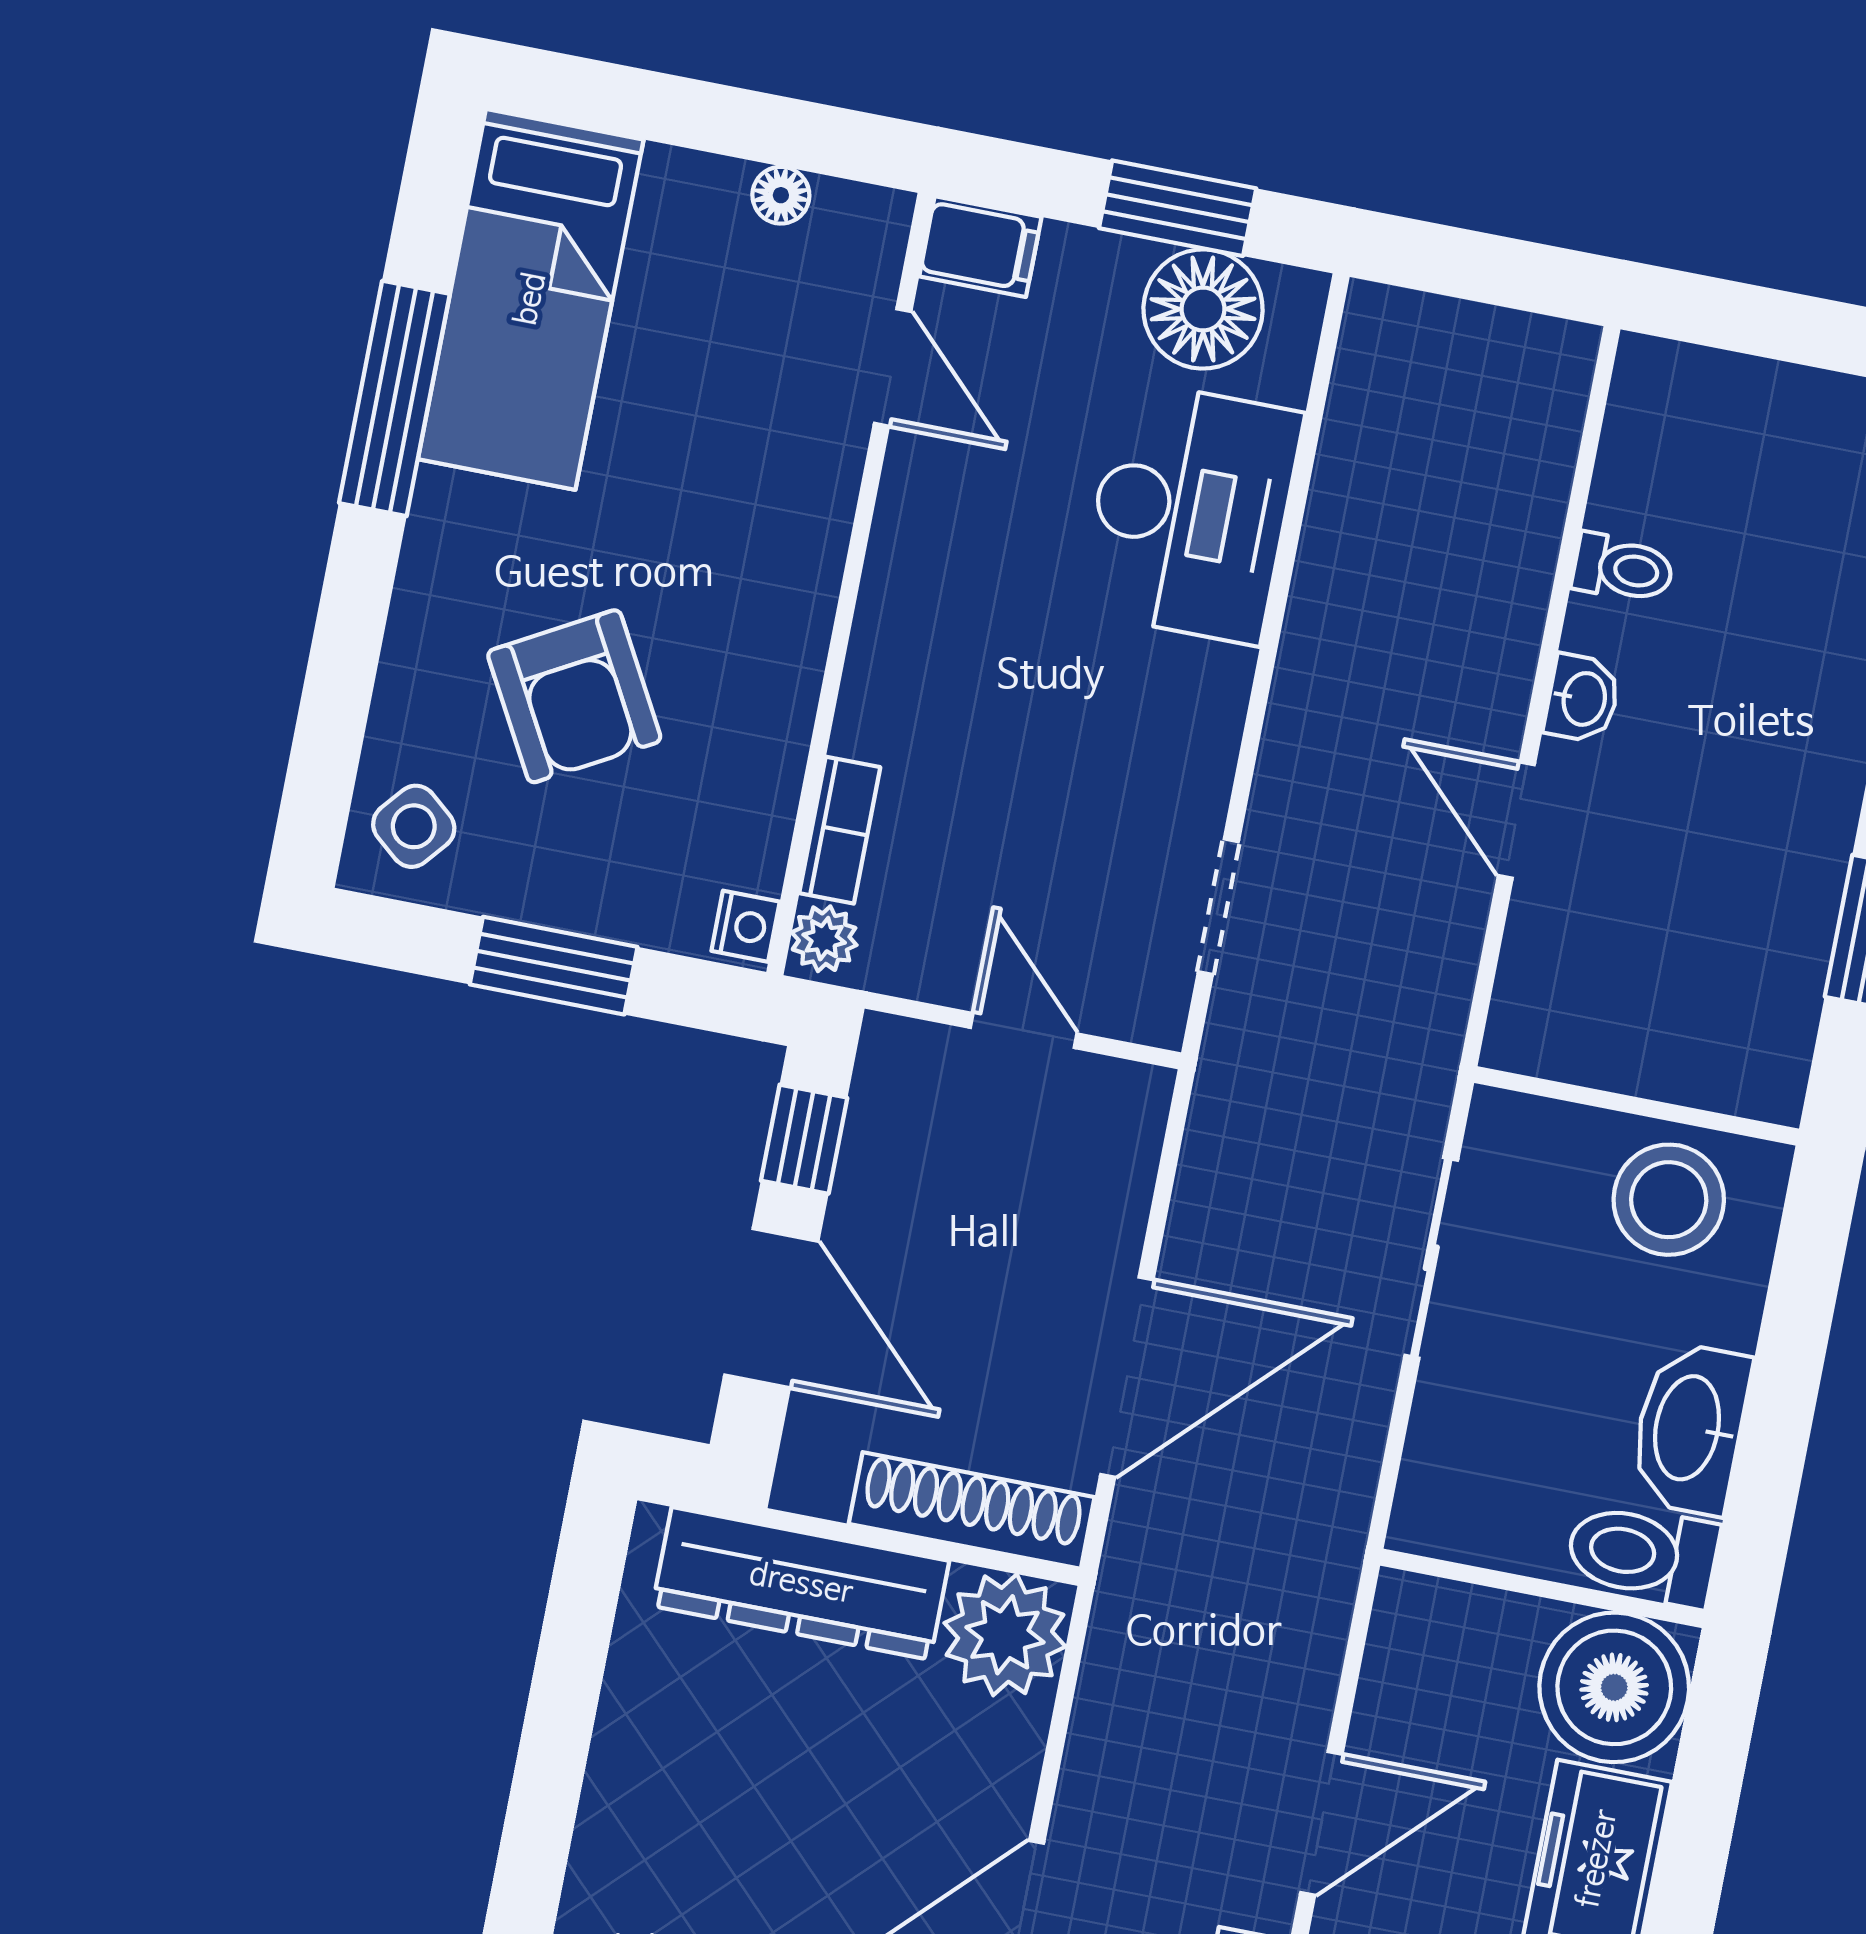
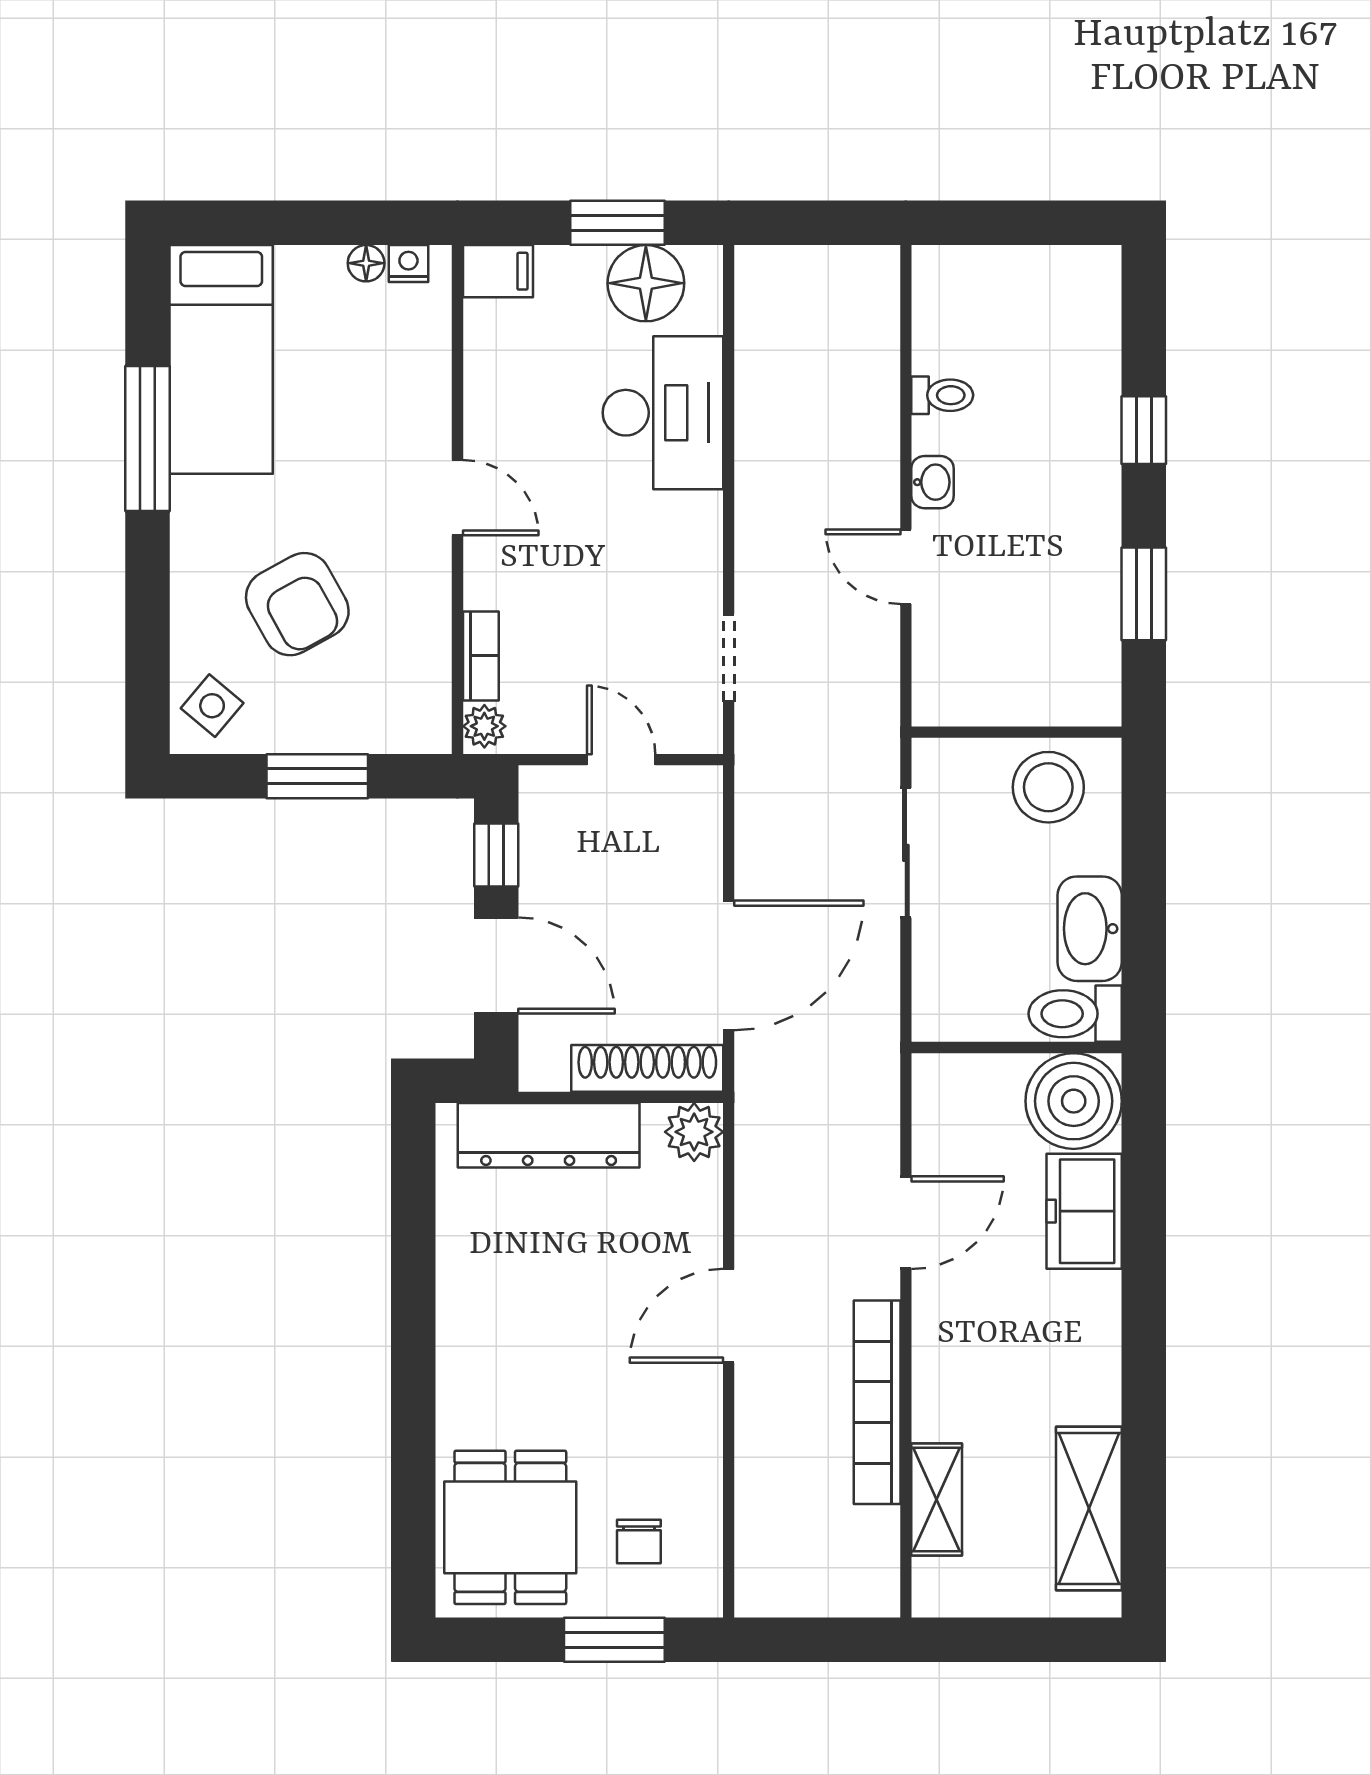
door: (893, 367) -> (458, 498), moved
nightstand: (746, 926) -> (408, 264), moved, turned -90
plant: (1005, 1635) -> (694, 1132), width x0.73, depth x0.73

